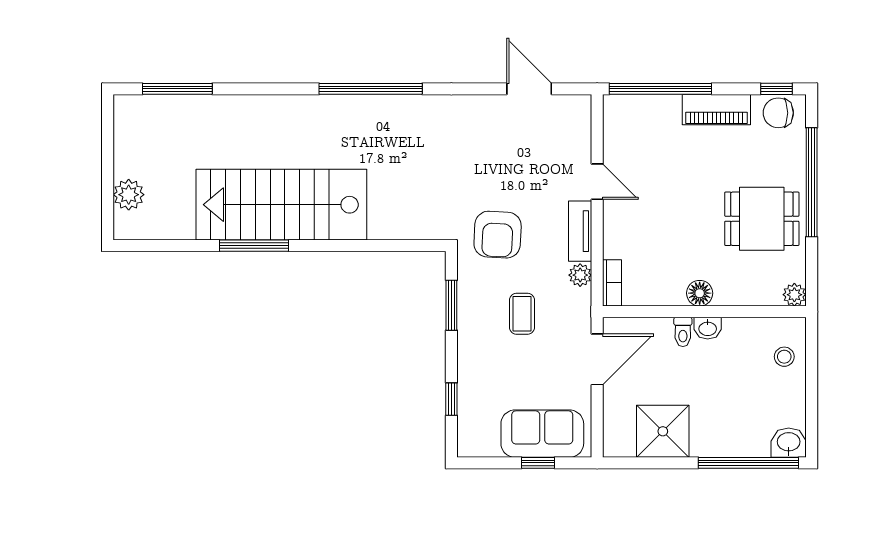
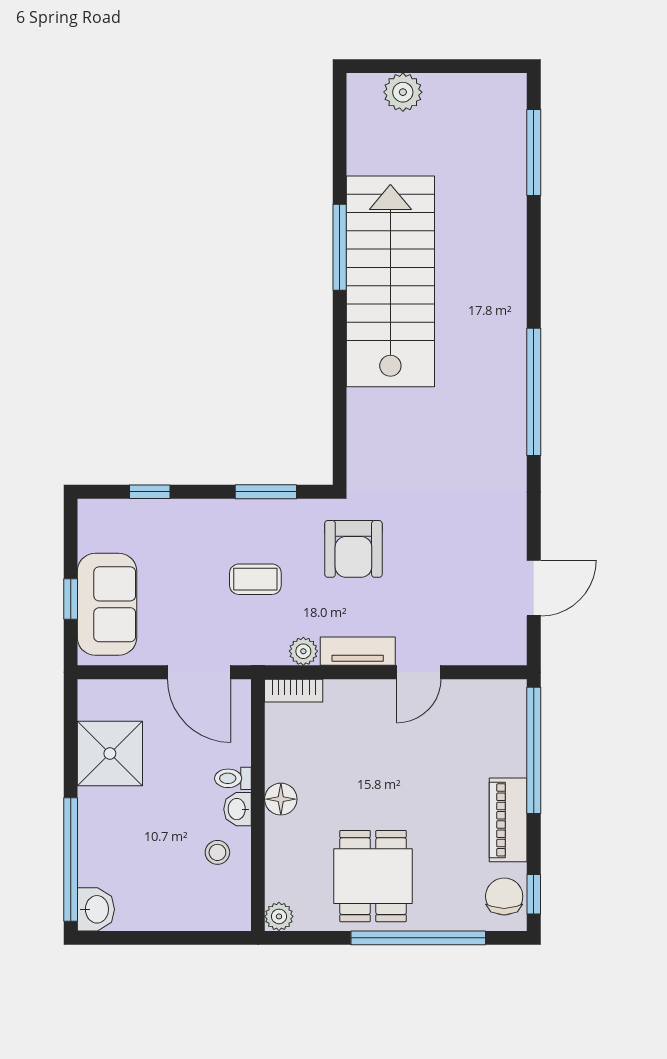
armchair: (498, 235) -> (353, 549), turned -93
stool: (784, 357) -> (217, 852), moved

